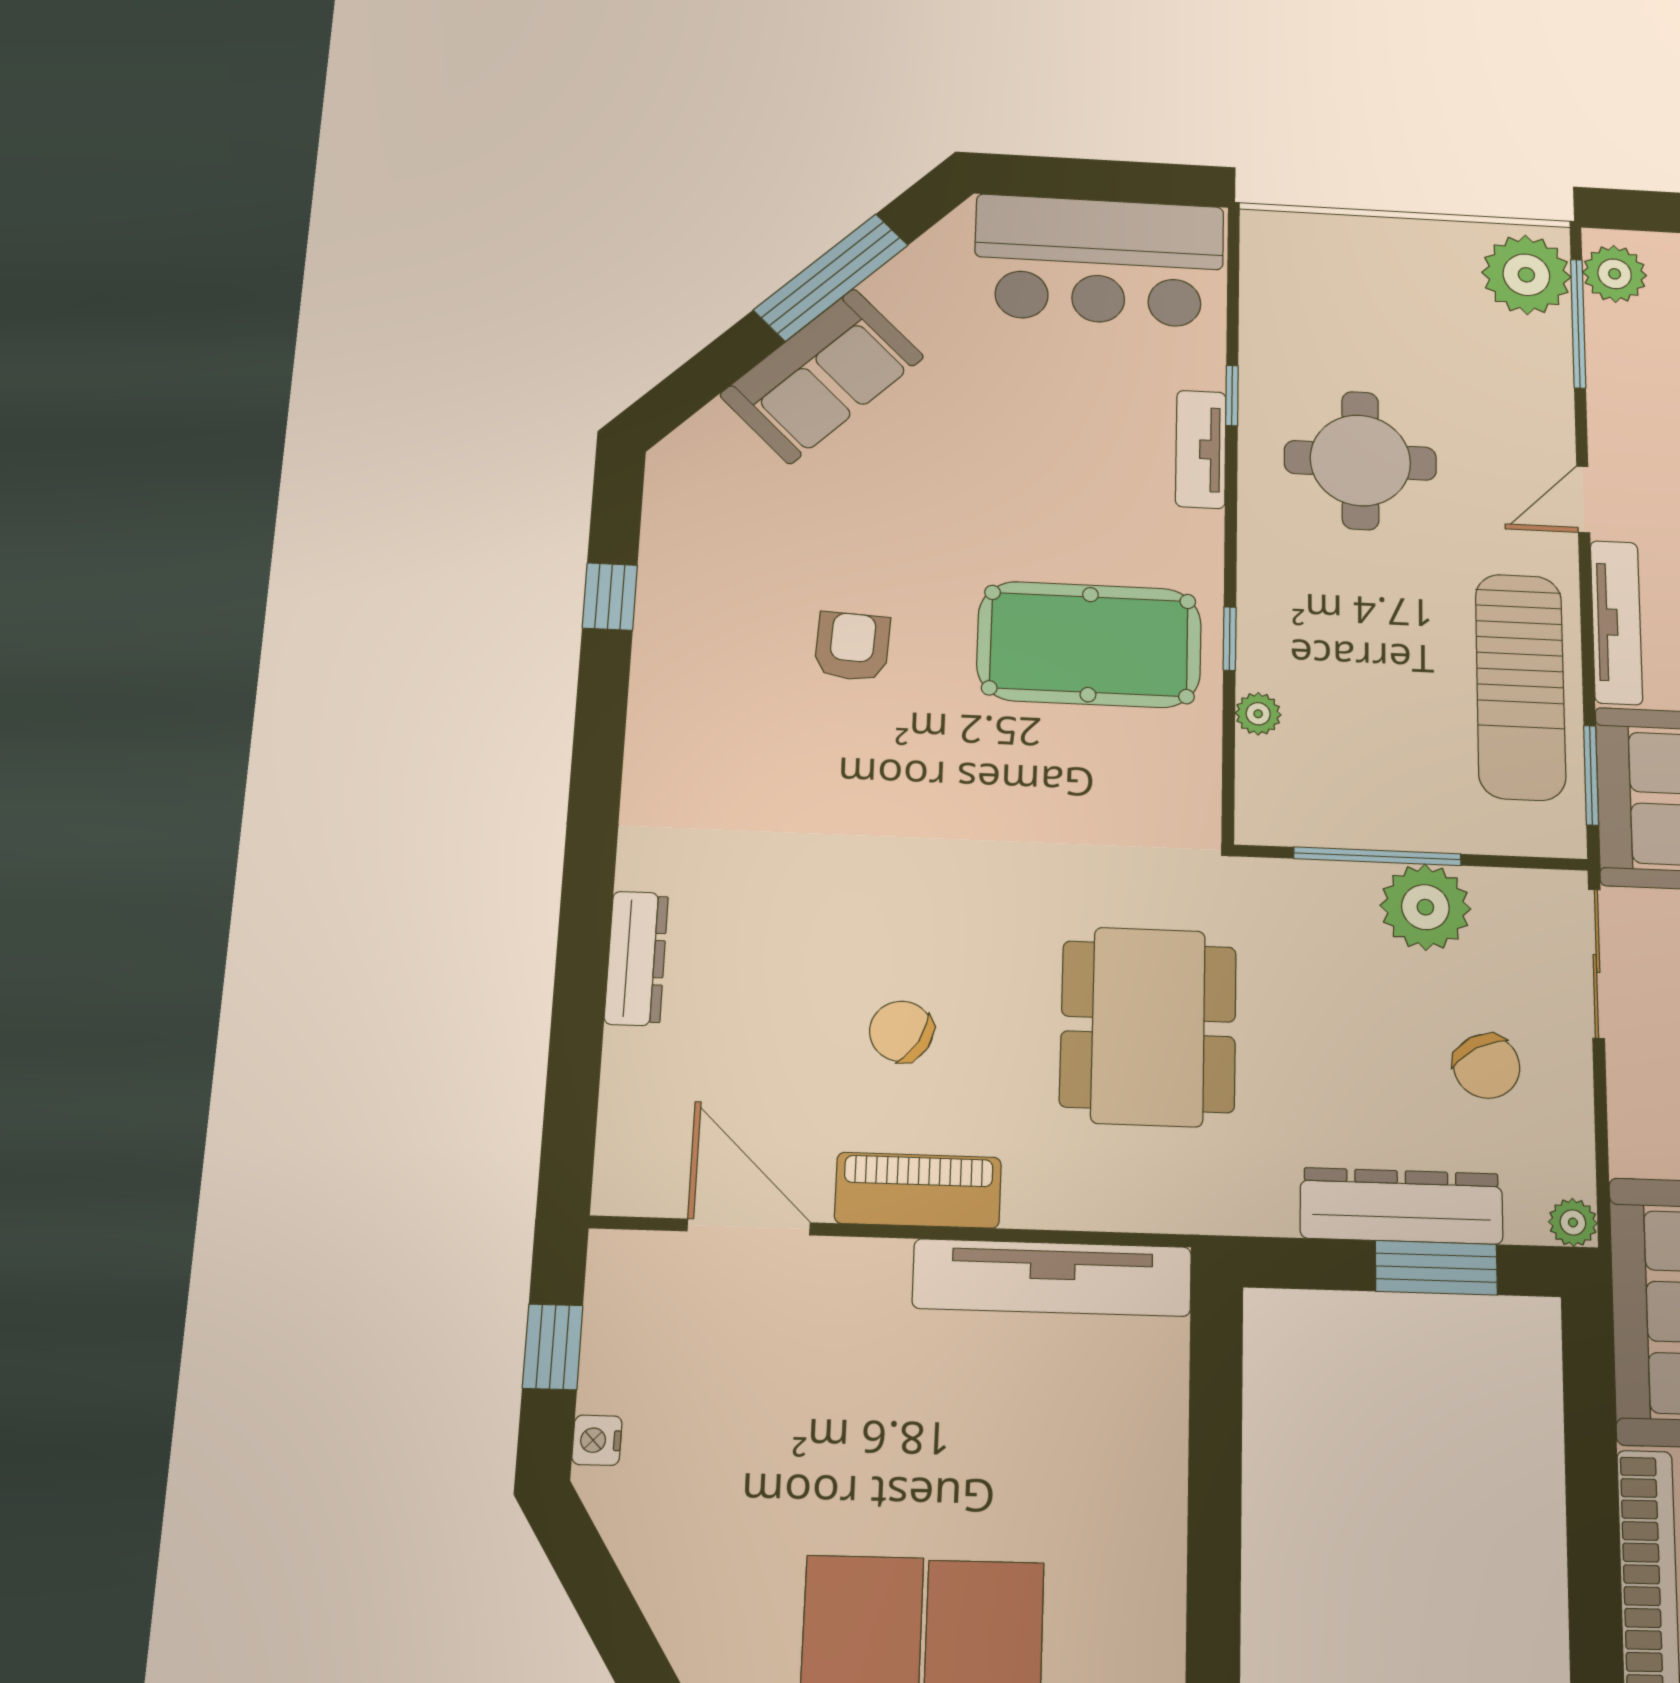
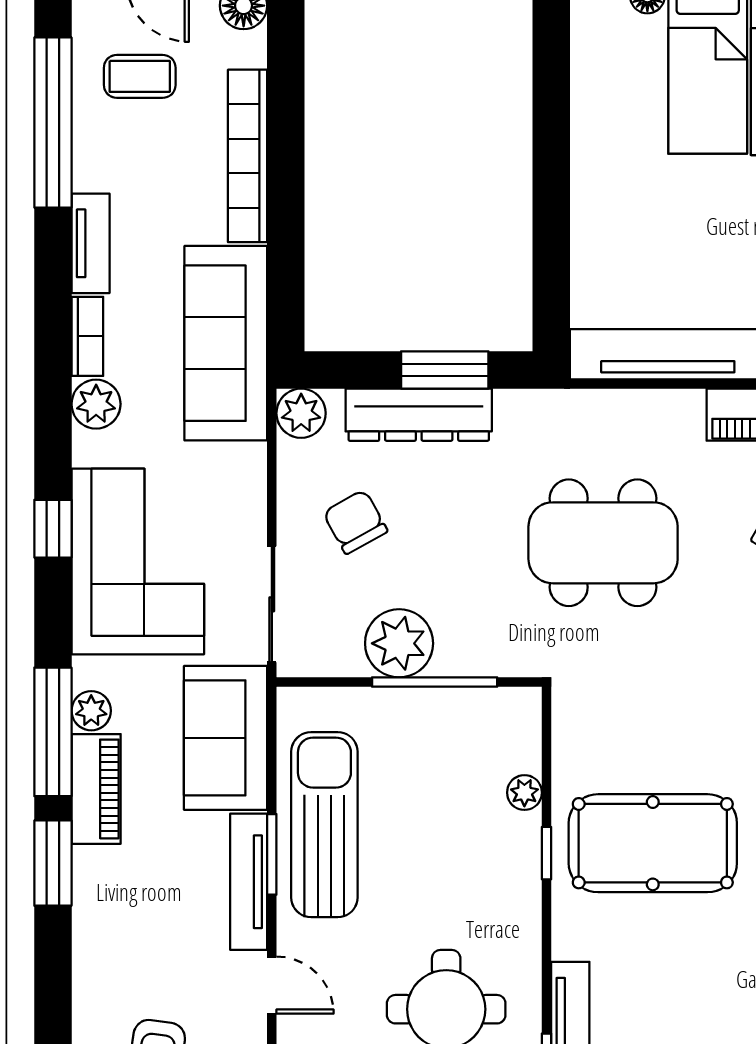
door: (1583, 499) -> (272, 985), hinge flipped
window: (1591, 775) -> (272, 854), moved
dining table: (1148, 1026) -> (603, 543), turned 90
plant: (1573, 1222) -> (301, 413), width x1.38, depth x1.38
window: (1436, 1268) -> (445, 370), moved

